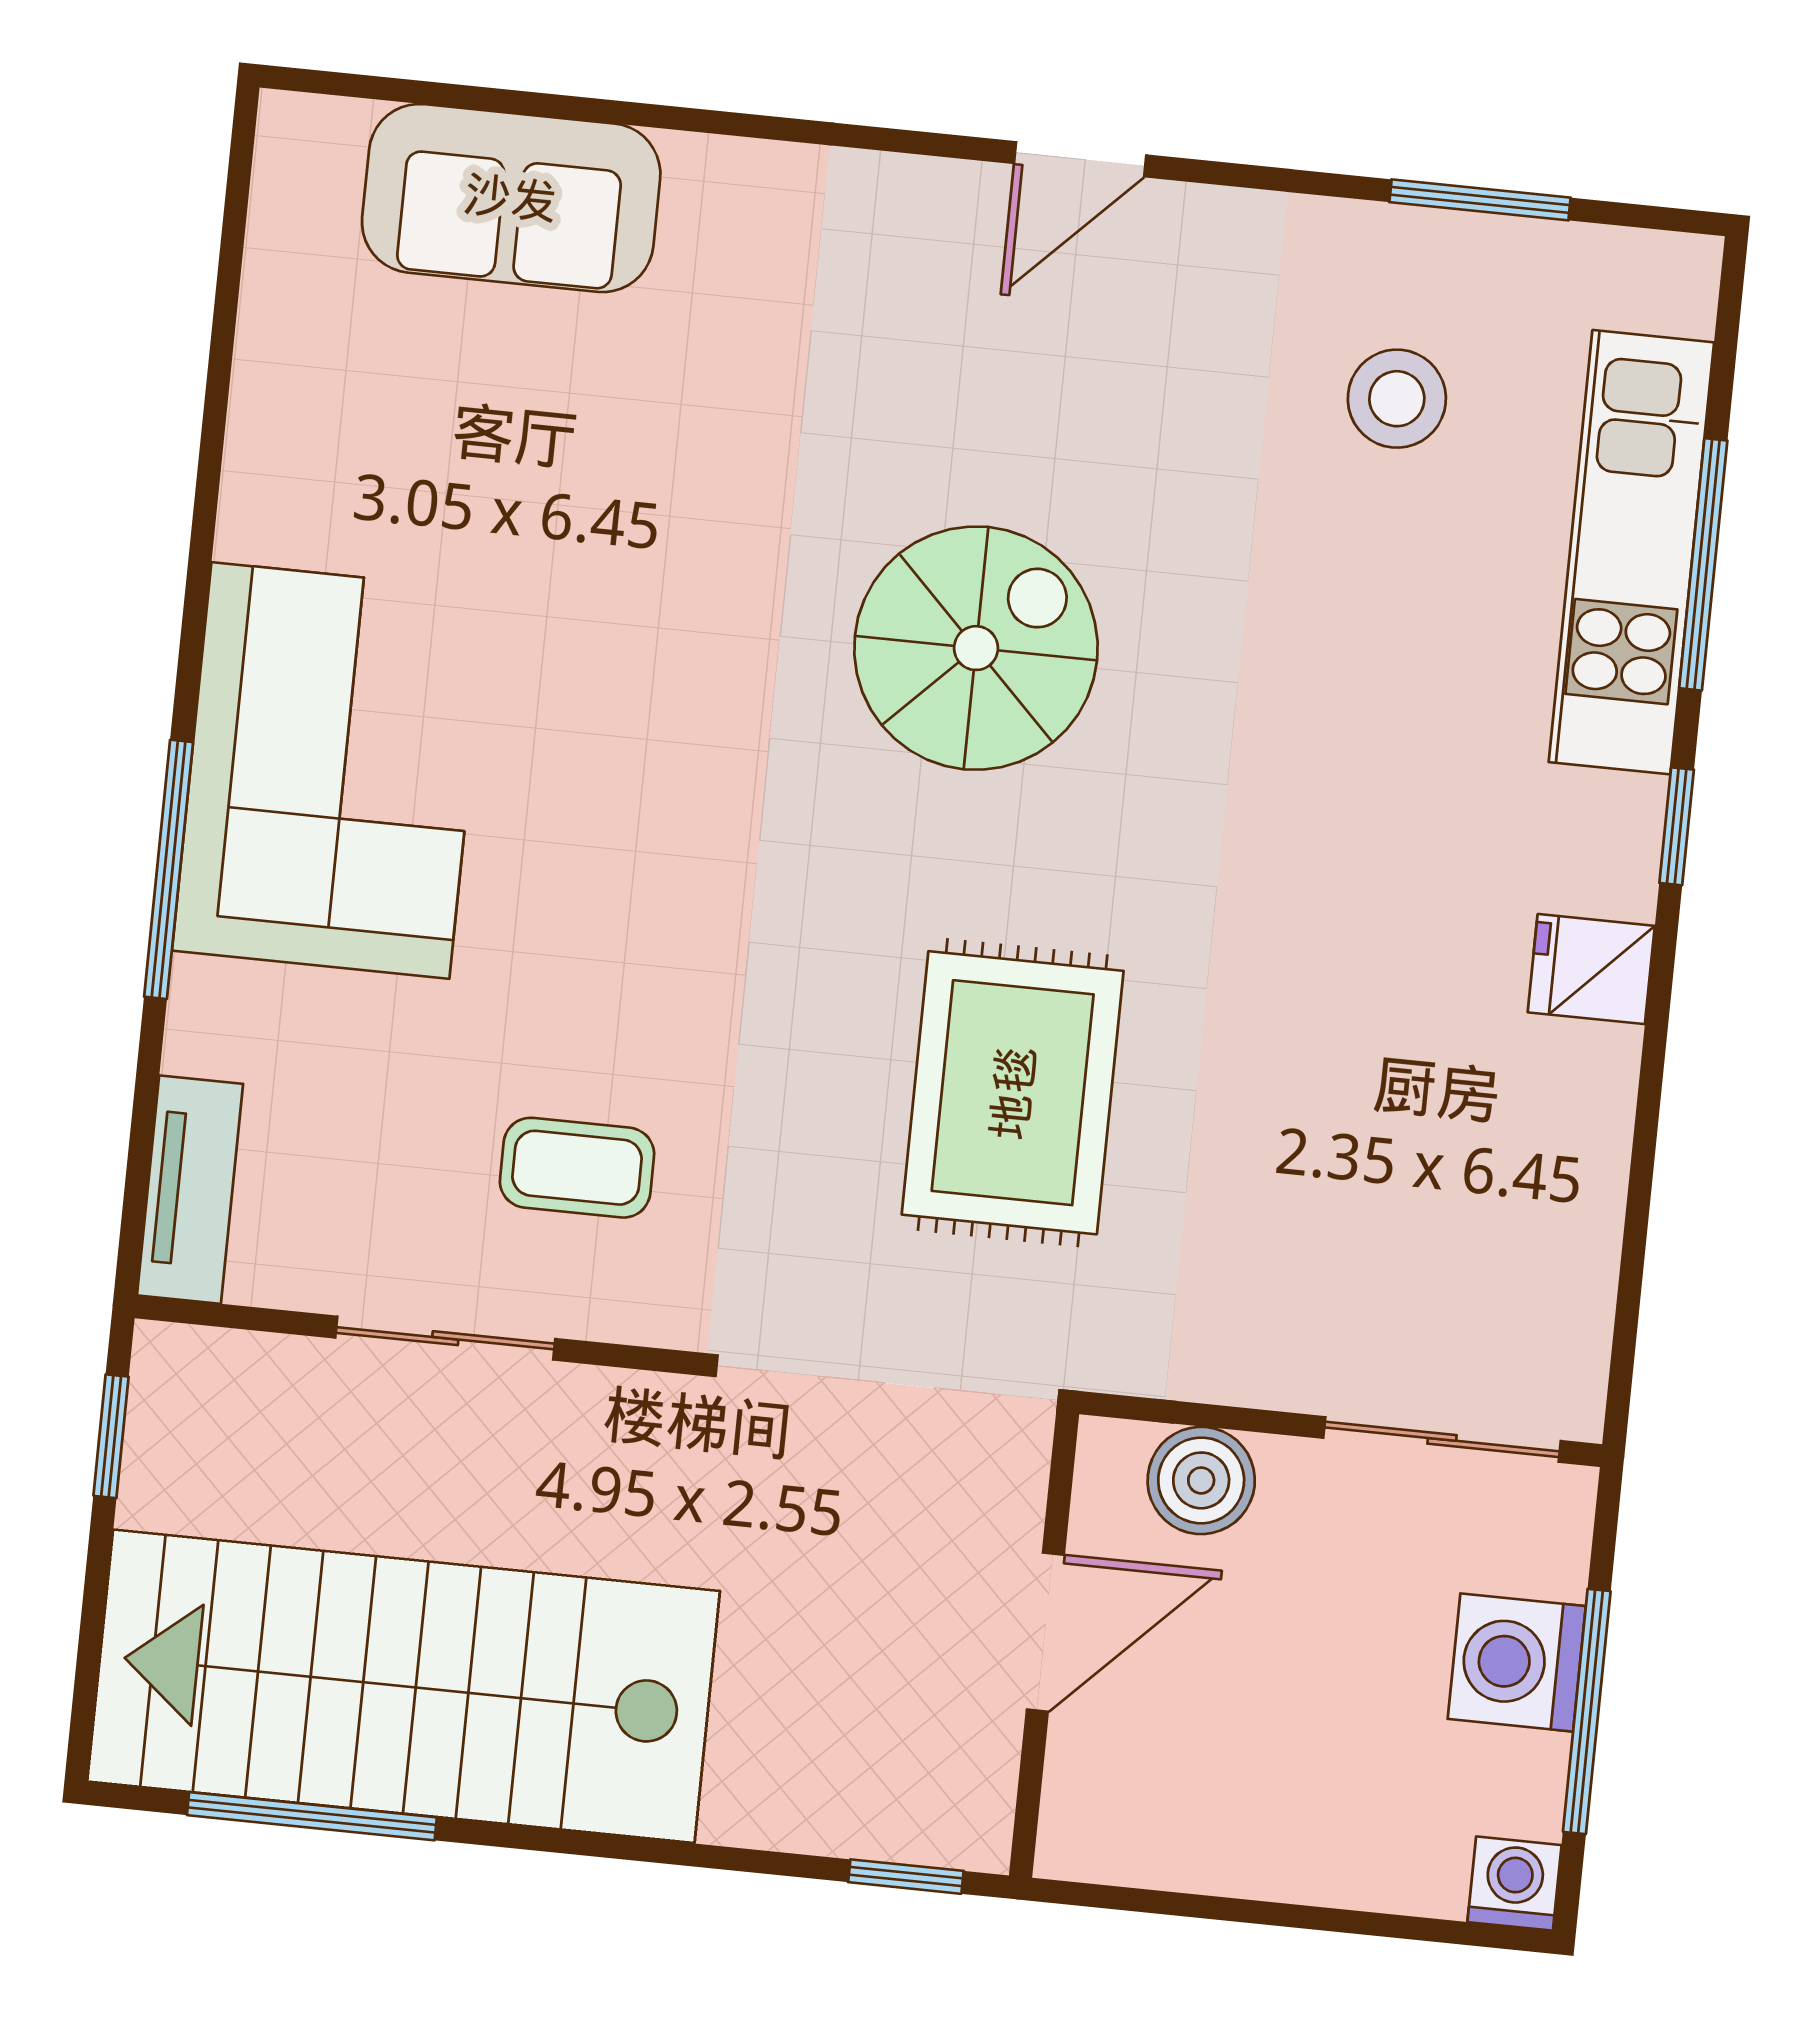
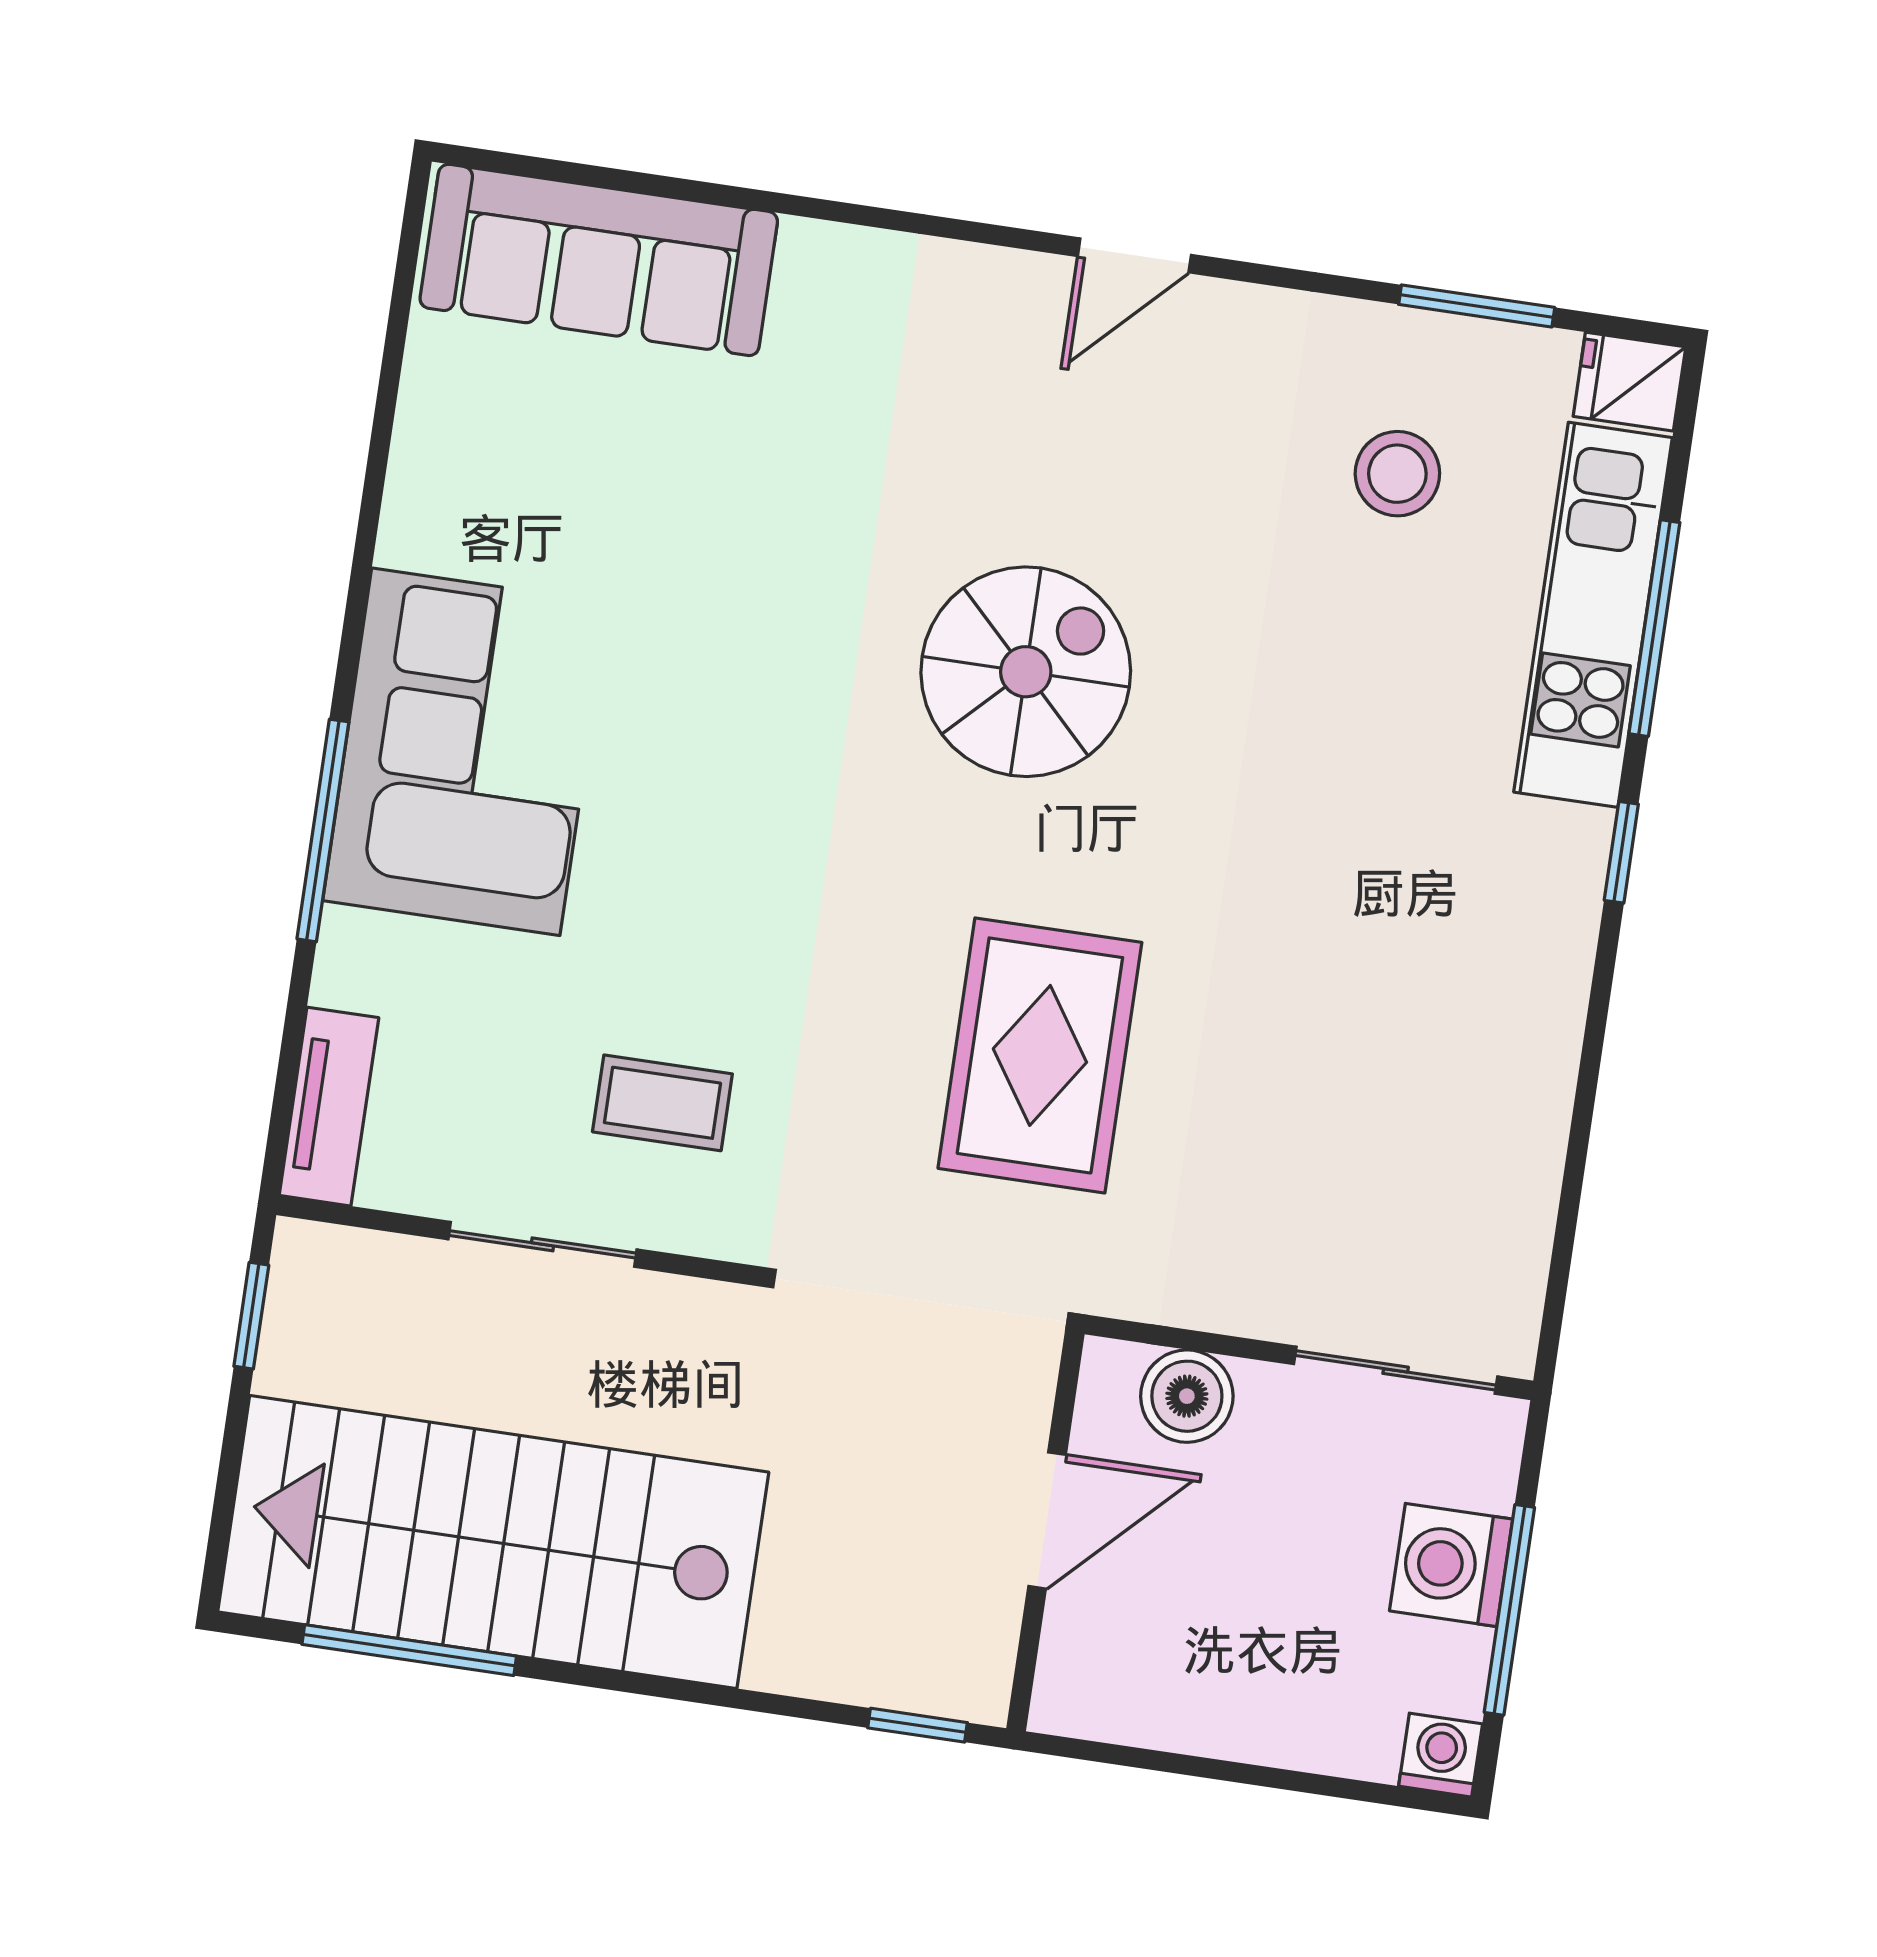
sofa: (511, 198) -> (599, 260), width x1.36
fridge: (1591, 969) -> (1629, 382), moved

